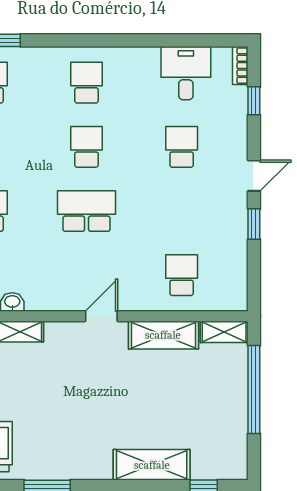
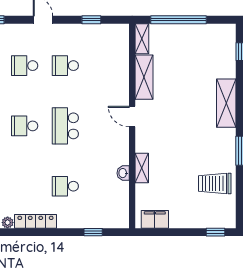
window: (254, 224) -> (91, 20), moved
school desk: (182, 275) -> (65, 66), moved
shelving: (152, 465) -> (226, 103), moved

